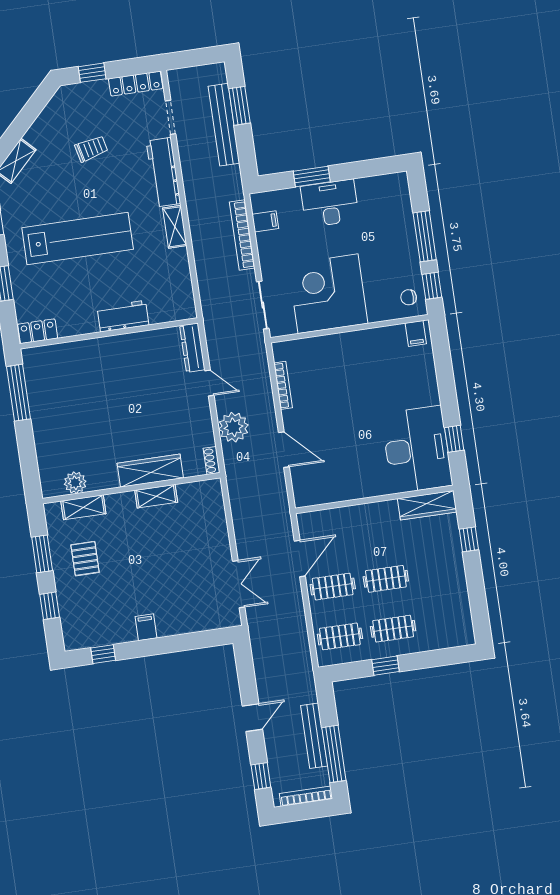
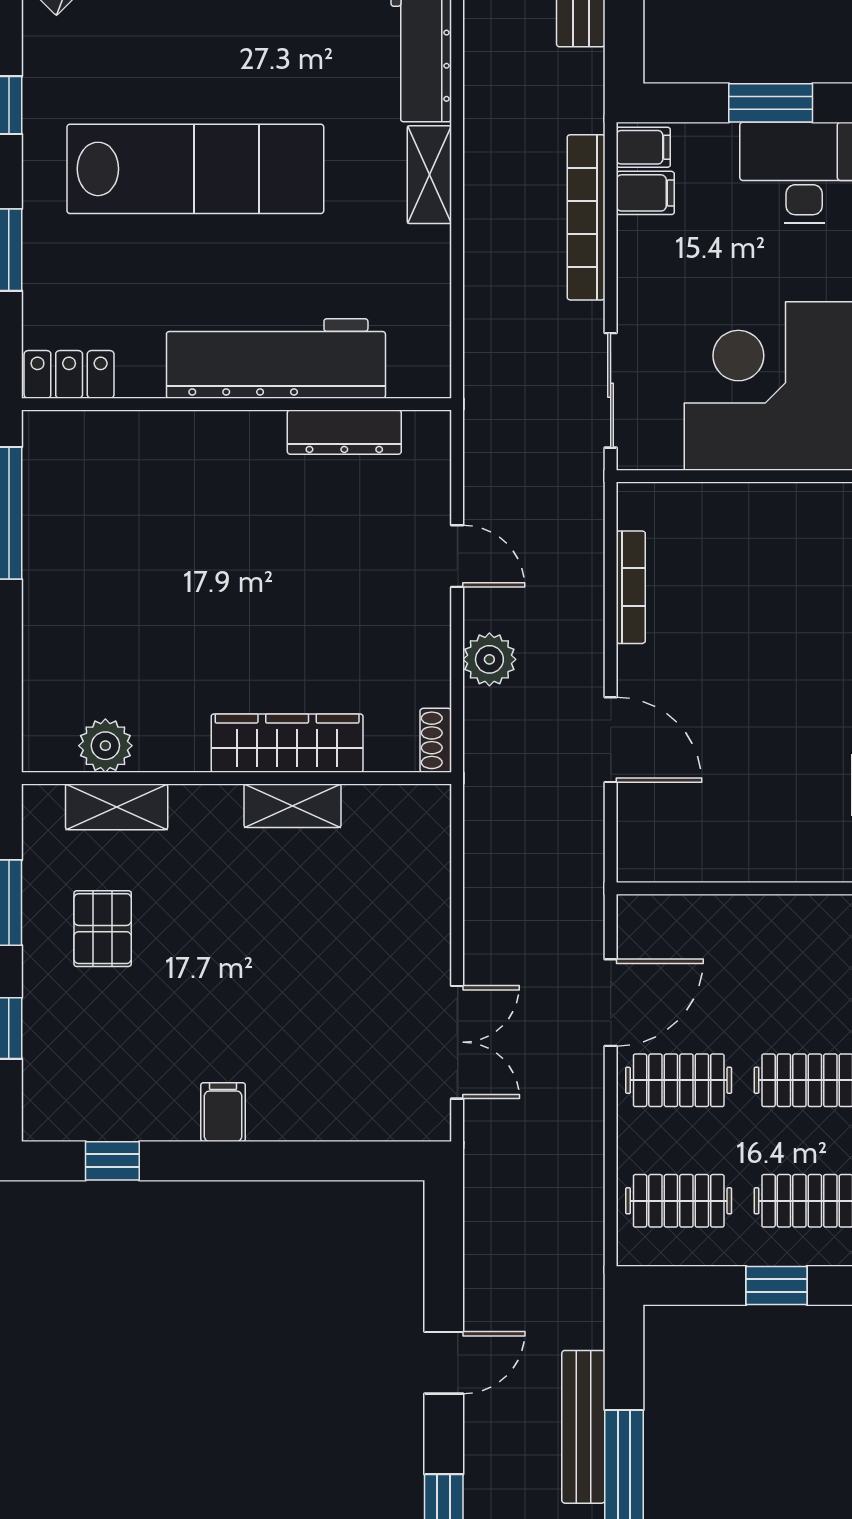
filing cabinet: (262, 202) -> (643, 147), added
workbench: (123, 316) -> (276, 358), width x1.87, depth x1.32
dresser: (192, 348) -> (344, 432), moved, turned -90
plant: (233, 427) -> (489, 659), width x0.73, depth x0.73

